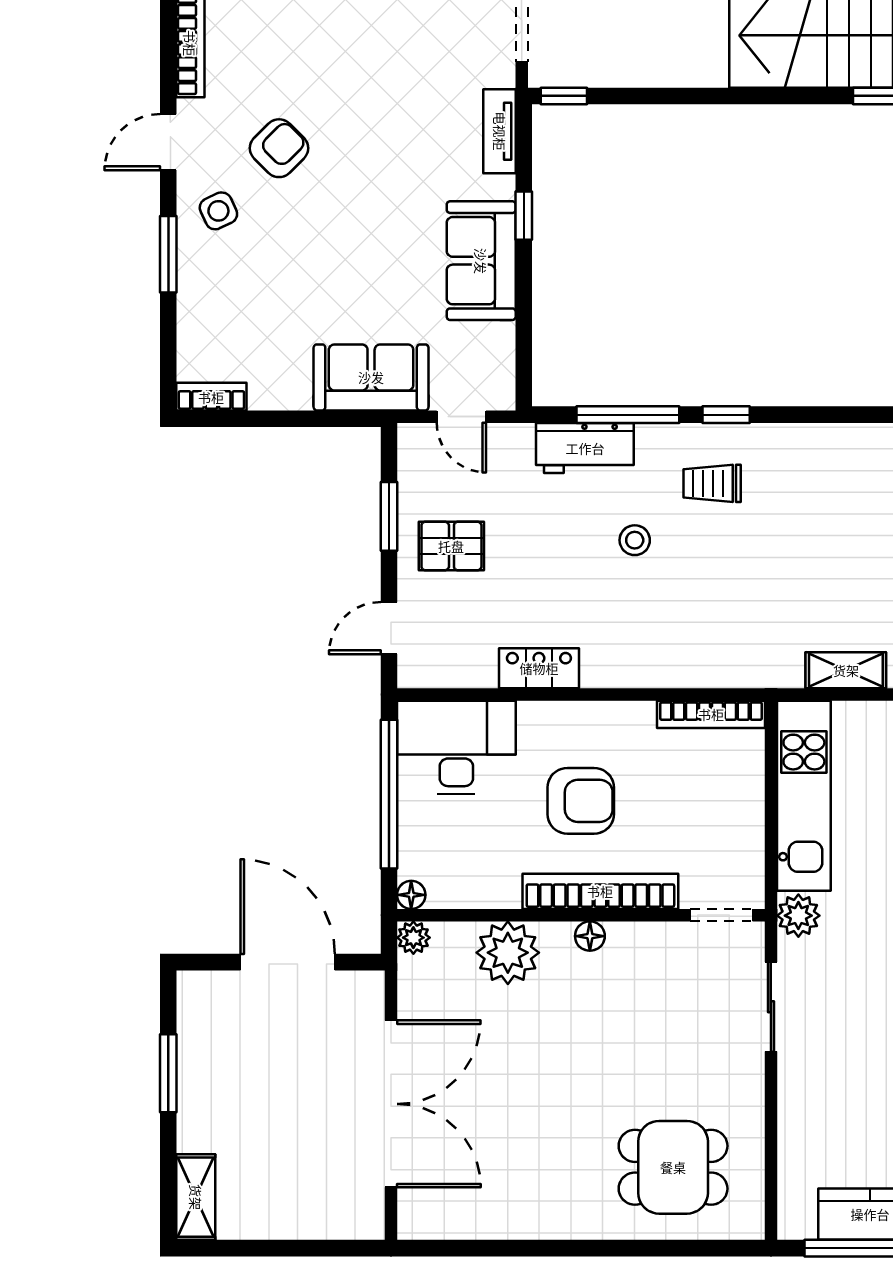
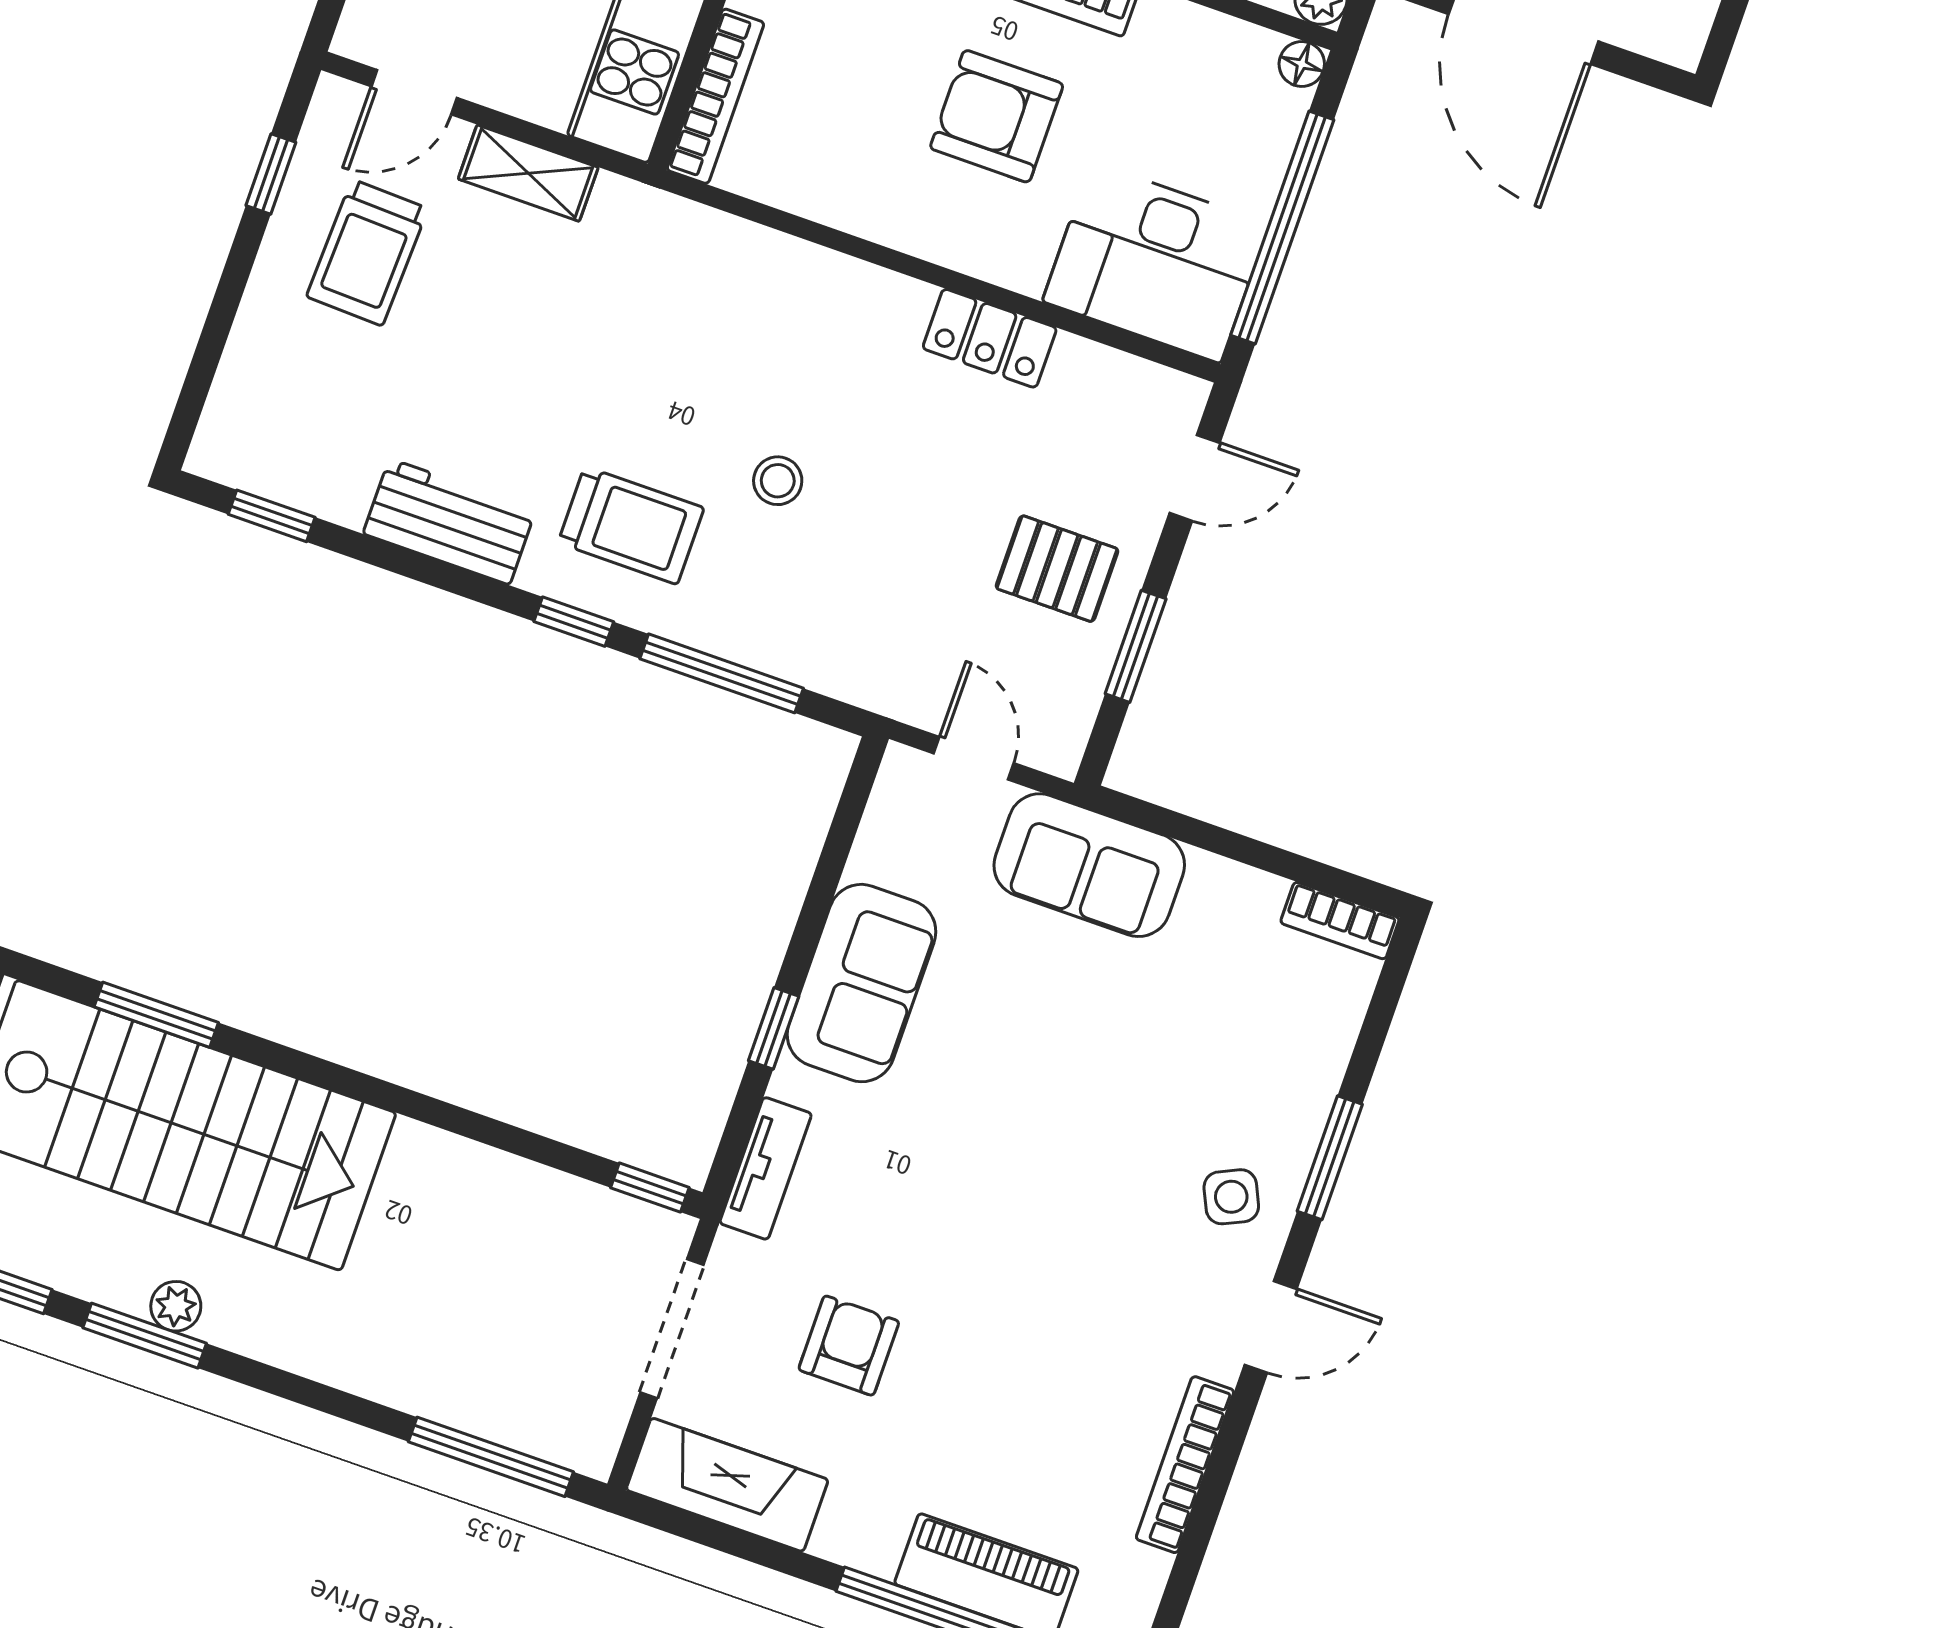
armchair: (279, 148) -> (849, 1346), moved, turned 135
workbench: (585, 448) -> (449, 522), moved
trolley: (712, 483) -> (631, 525), width x1.36, depth x1.39
bookcase: (711, 714) -> (715, 96), moved, turned 90

